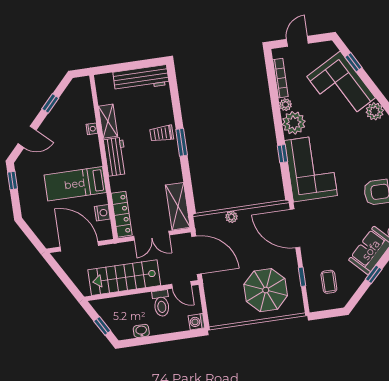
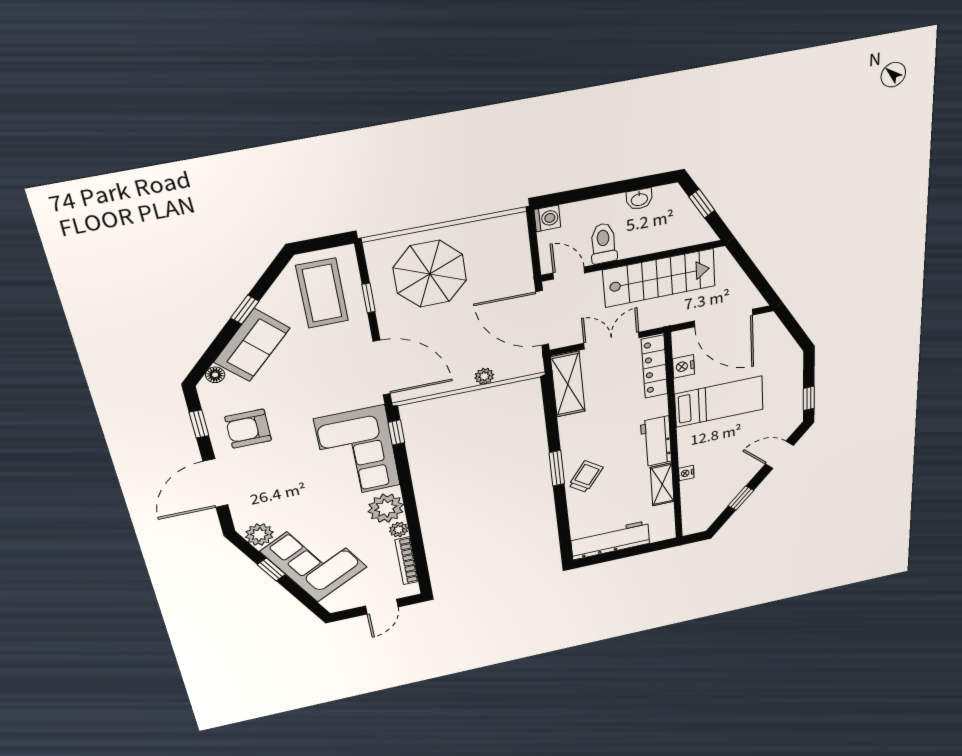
window: (353, 62) -> (271, 569), moved
trolley: (162, 134) -> (586, 477), turned -54
window: (282, 154) -> (396, 432), moved
coffee table: (329, 282) -> (322, 293), width x1.86, depth x1.72

